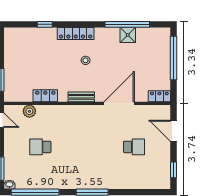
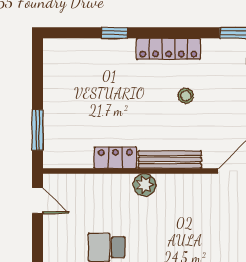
bench: (81, 97) -> (170, 160), width x1.36
plant: (29, 111) -> (145, 185), moved

